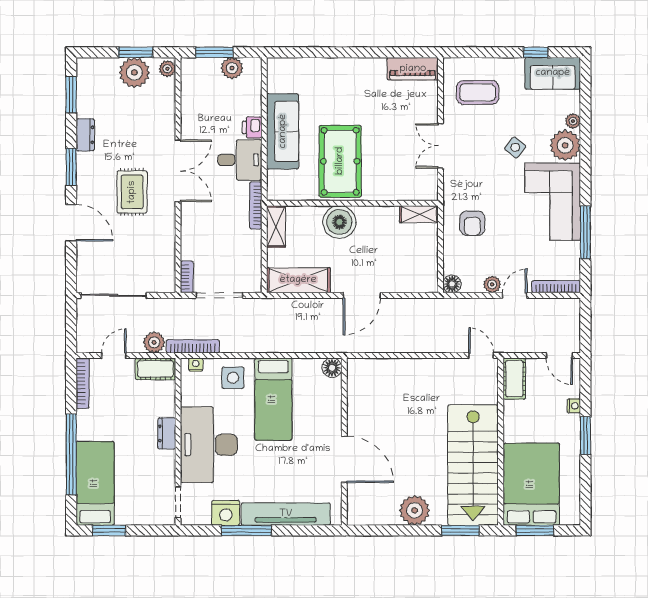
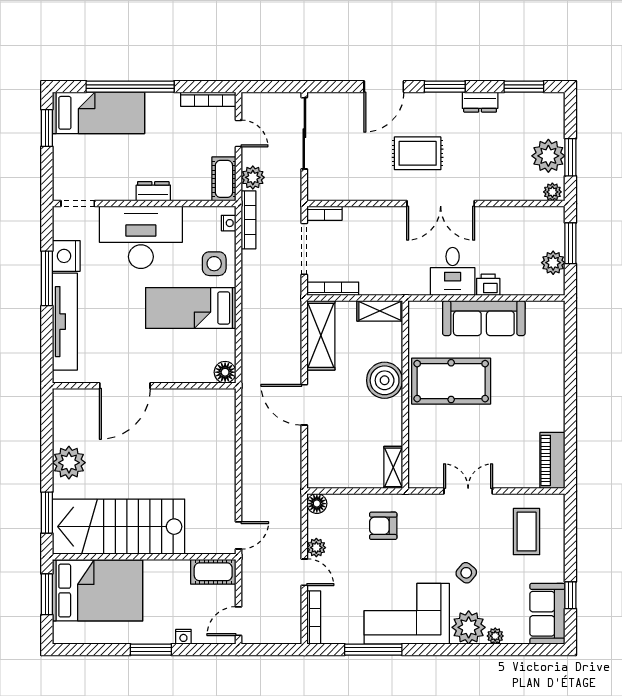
bookcase: (256, 205) -> (333, 289), moved

